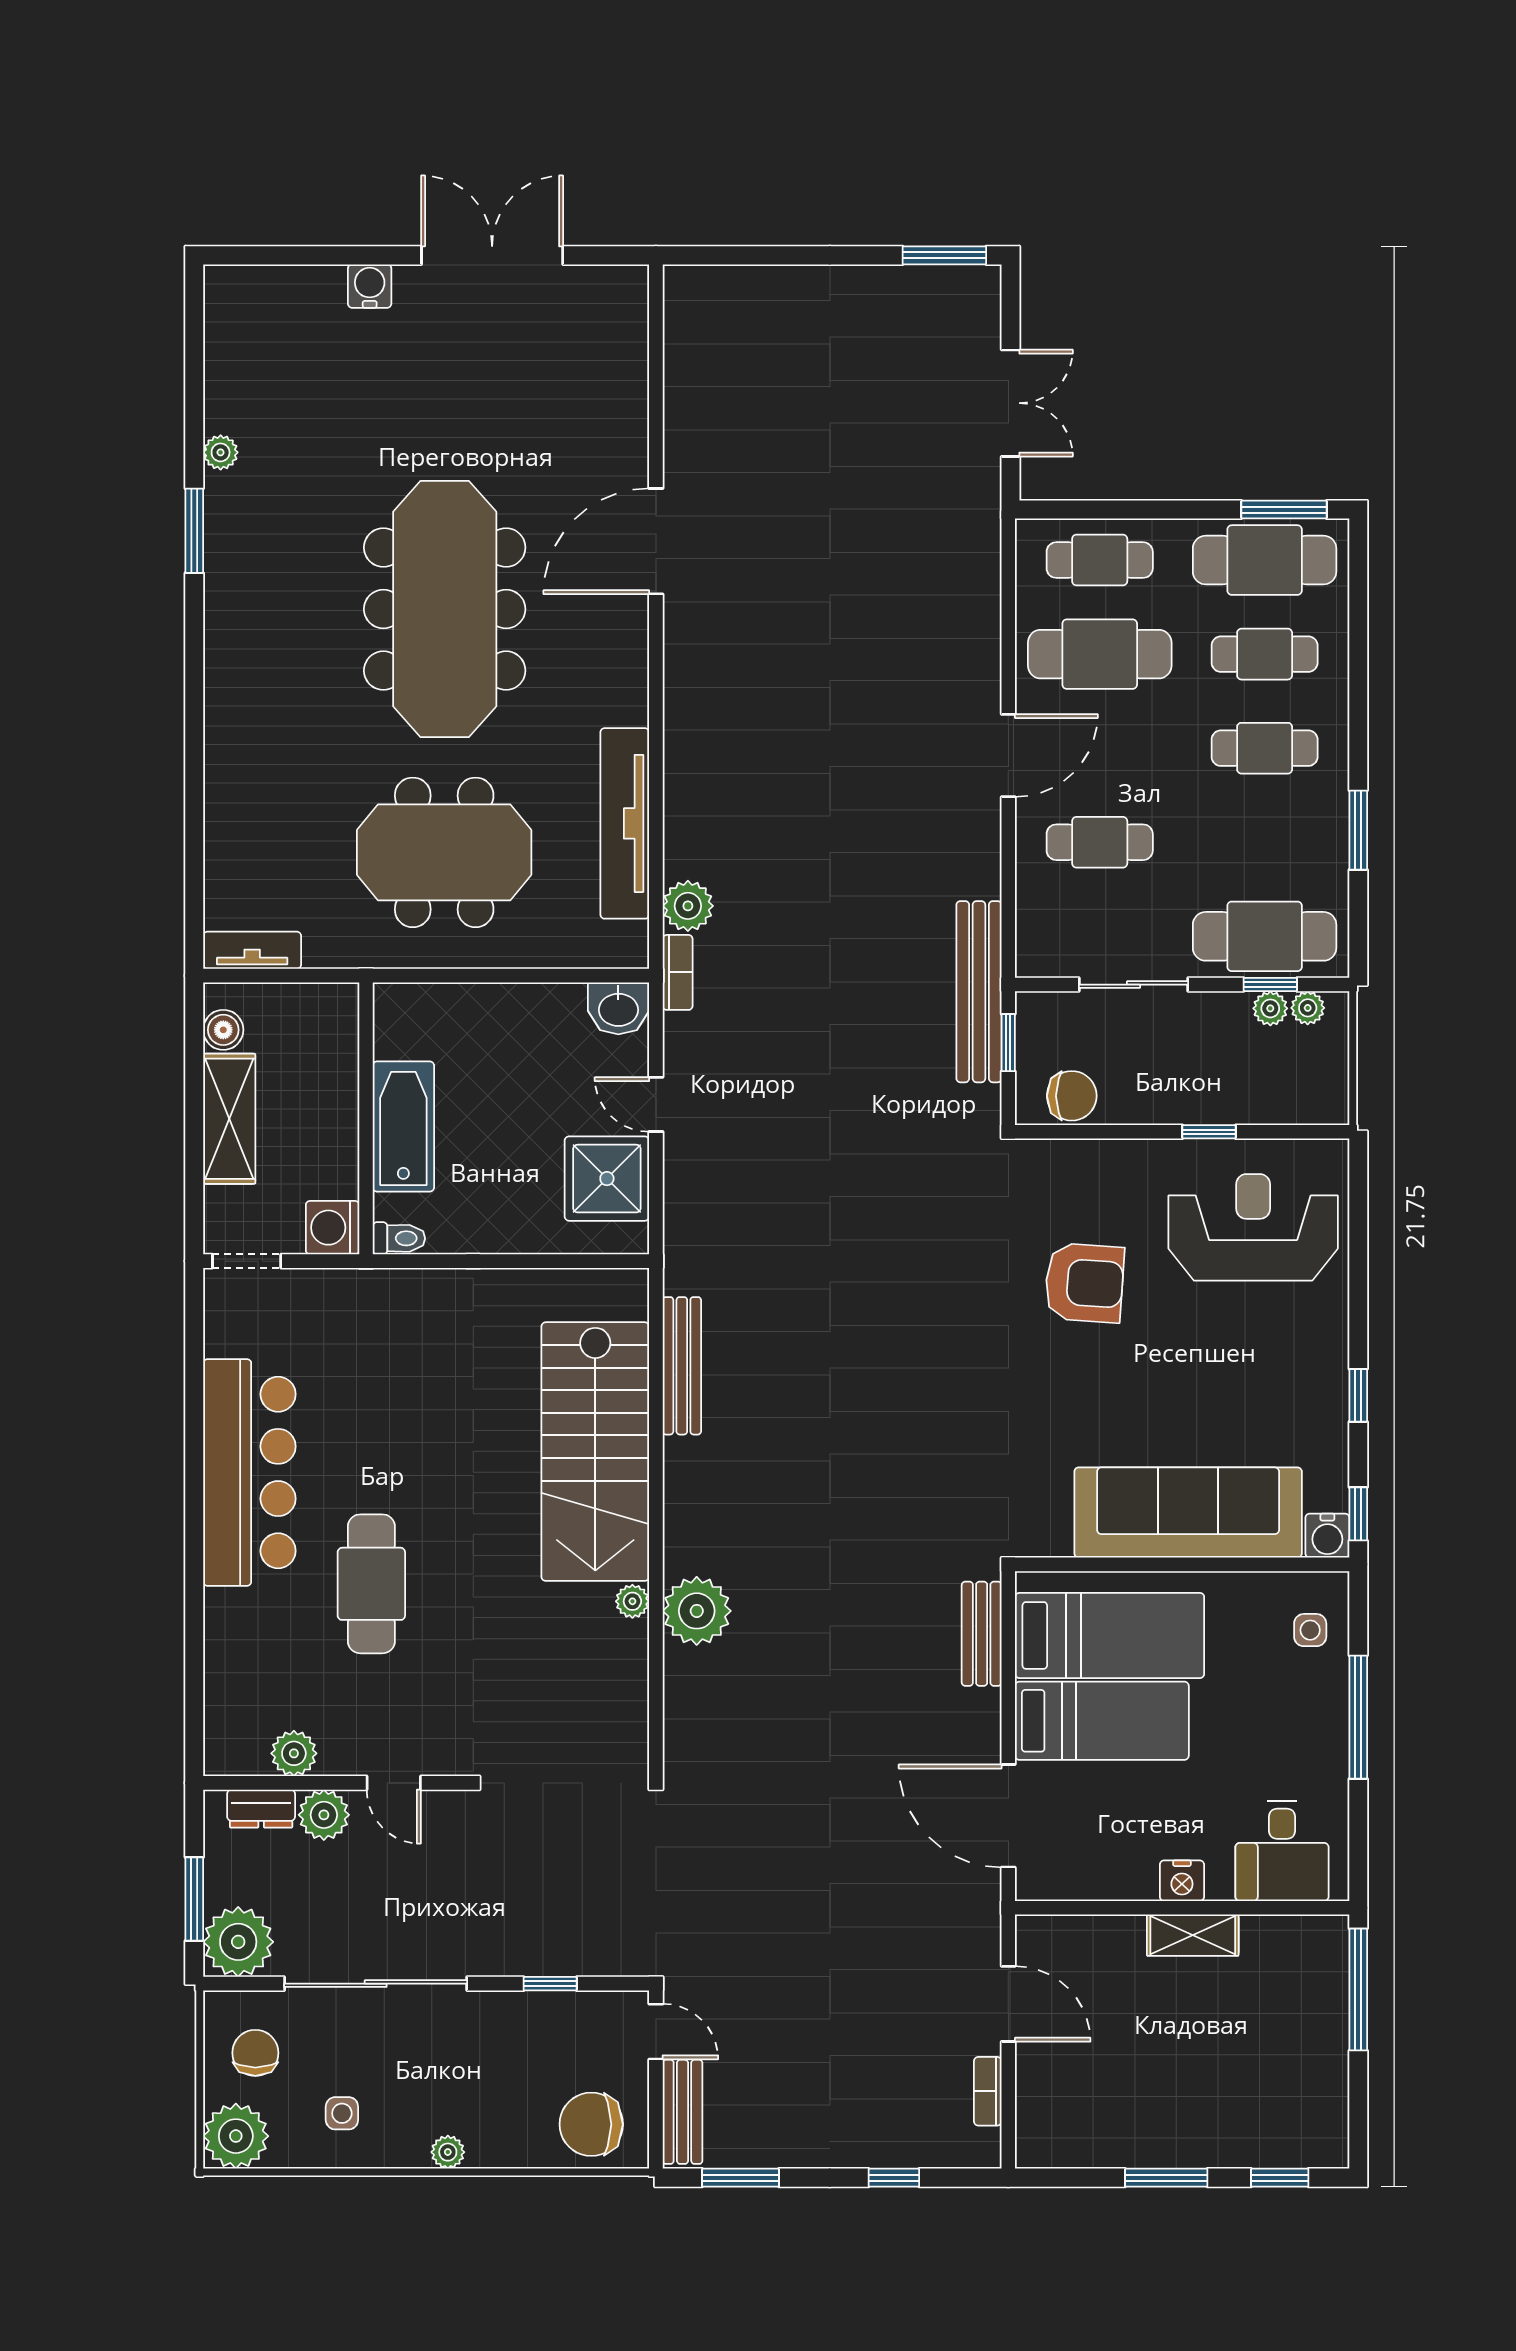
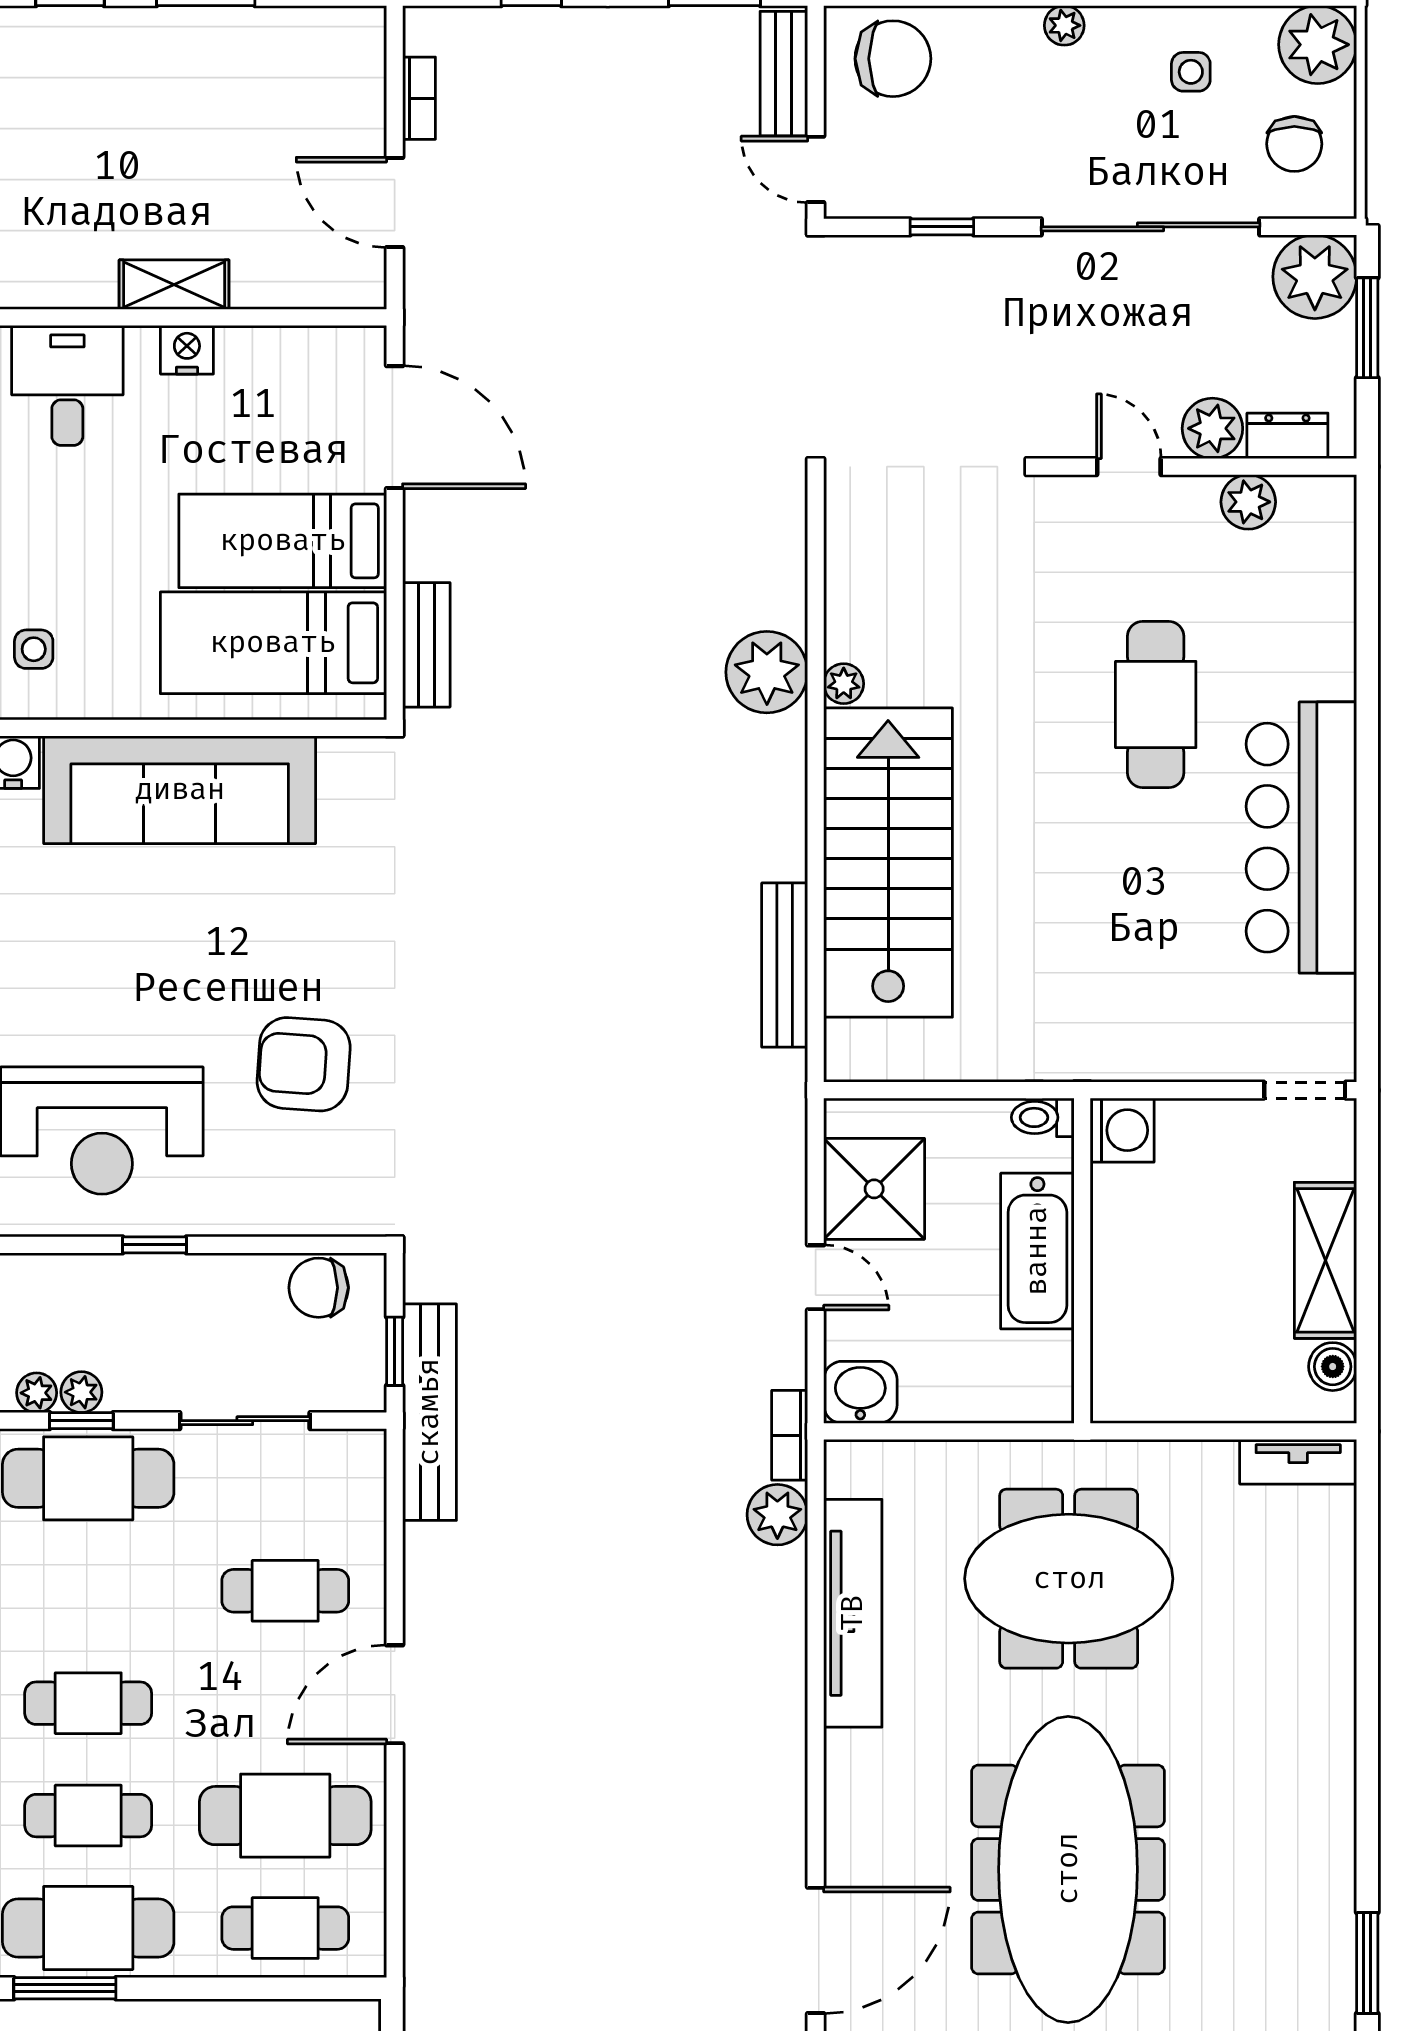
wall: (366, 1118) -> (1082, 1261), moved
bathtub: (403, 1126) -> (1037, 1251), moved
washing machine: (333, 1228) -> (1122, 1130), moved
toilet: (399, 1238) -> (1043, 1117), moved

